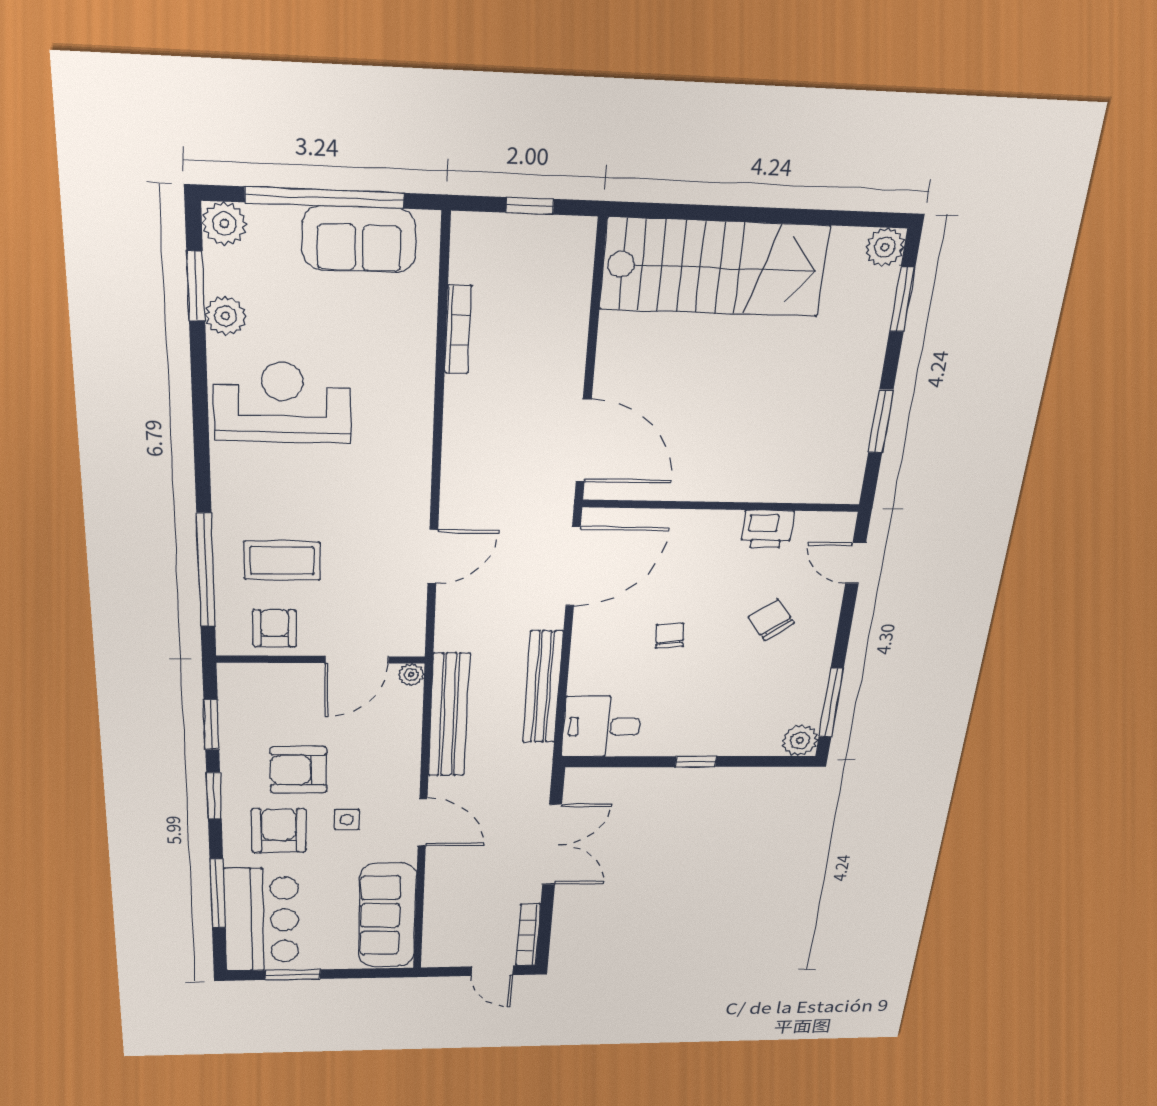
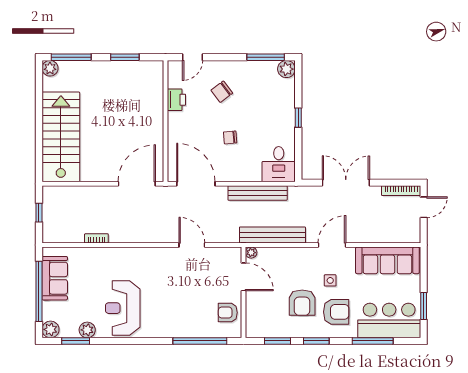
window: (902, 299) -> (71, 57), width x1.44
bookcase: (458, 330) -> (96, 238), width x0.64
coffee table: (282, 561) -> (195, 309), removed
armchair: (279, 831) -> (336, 312), turned 180

